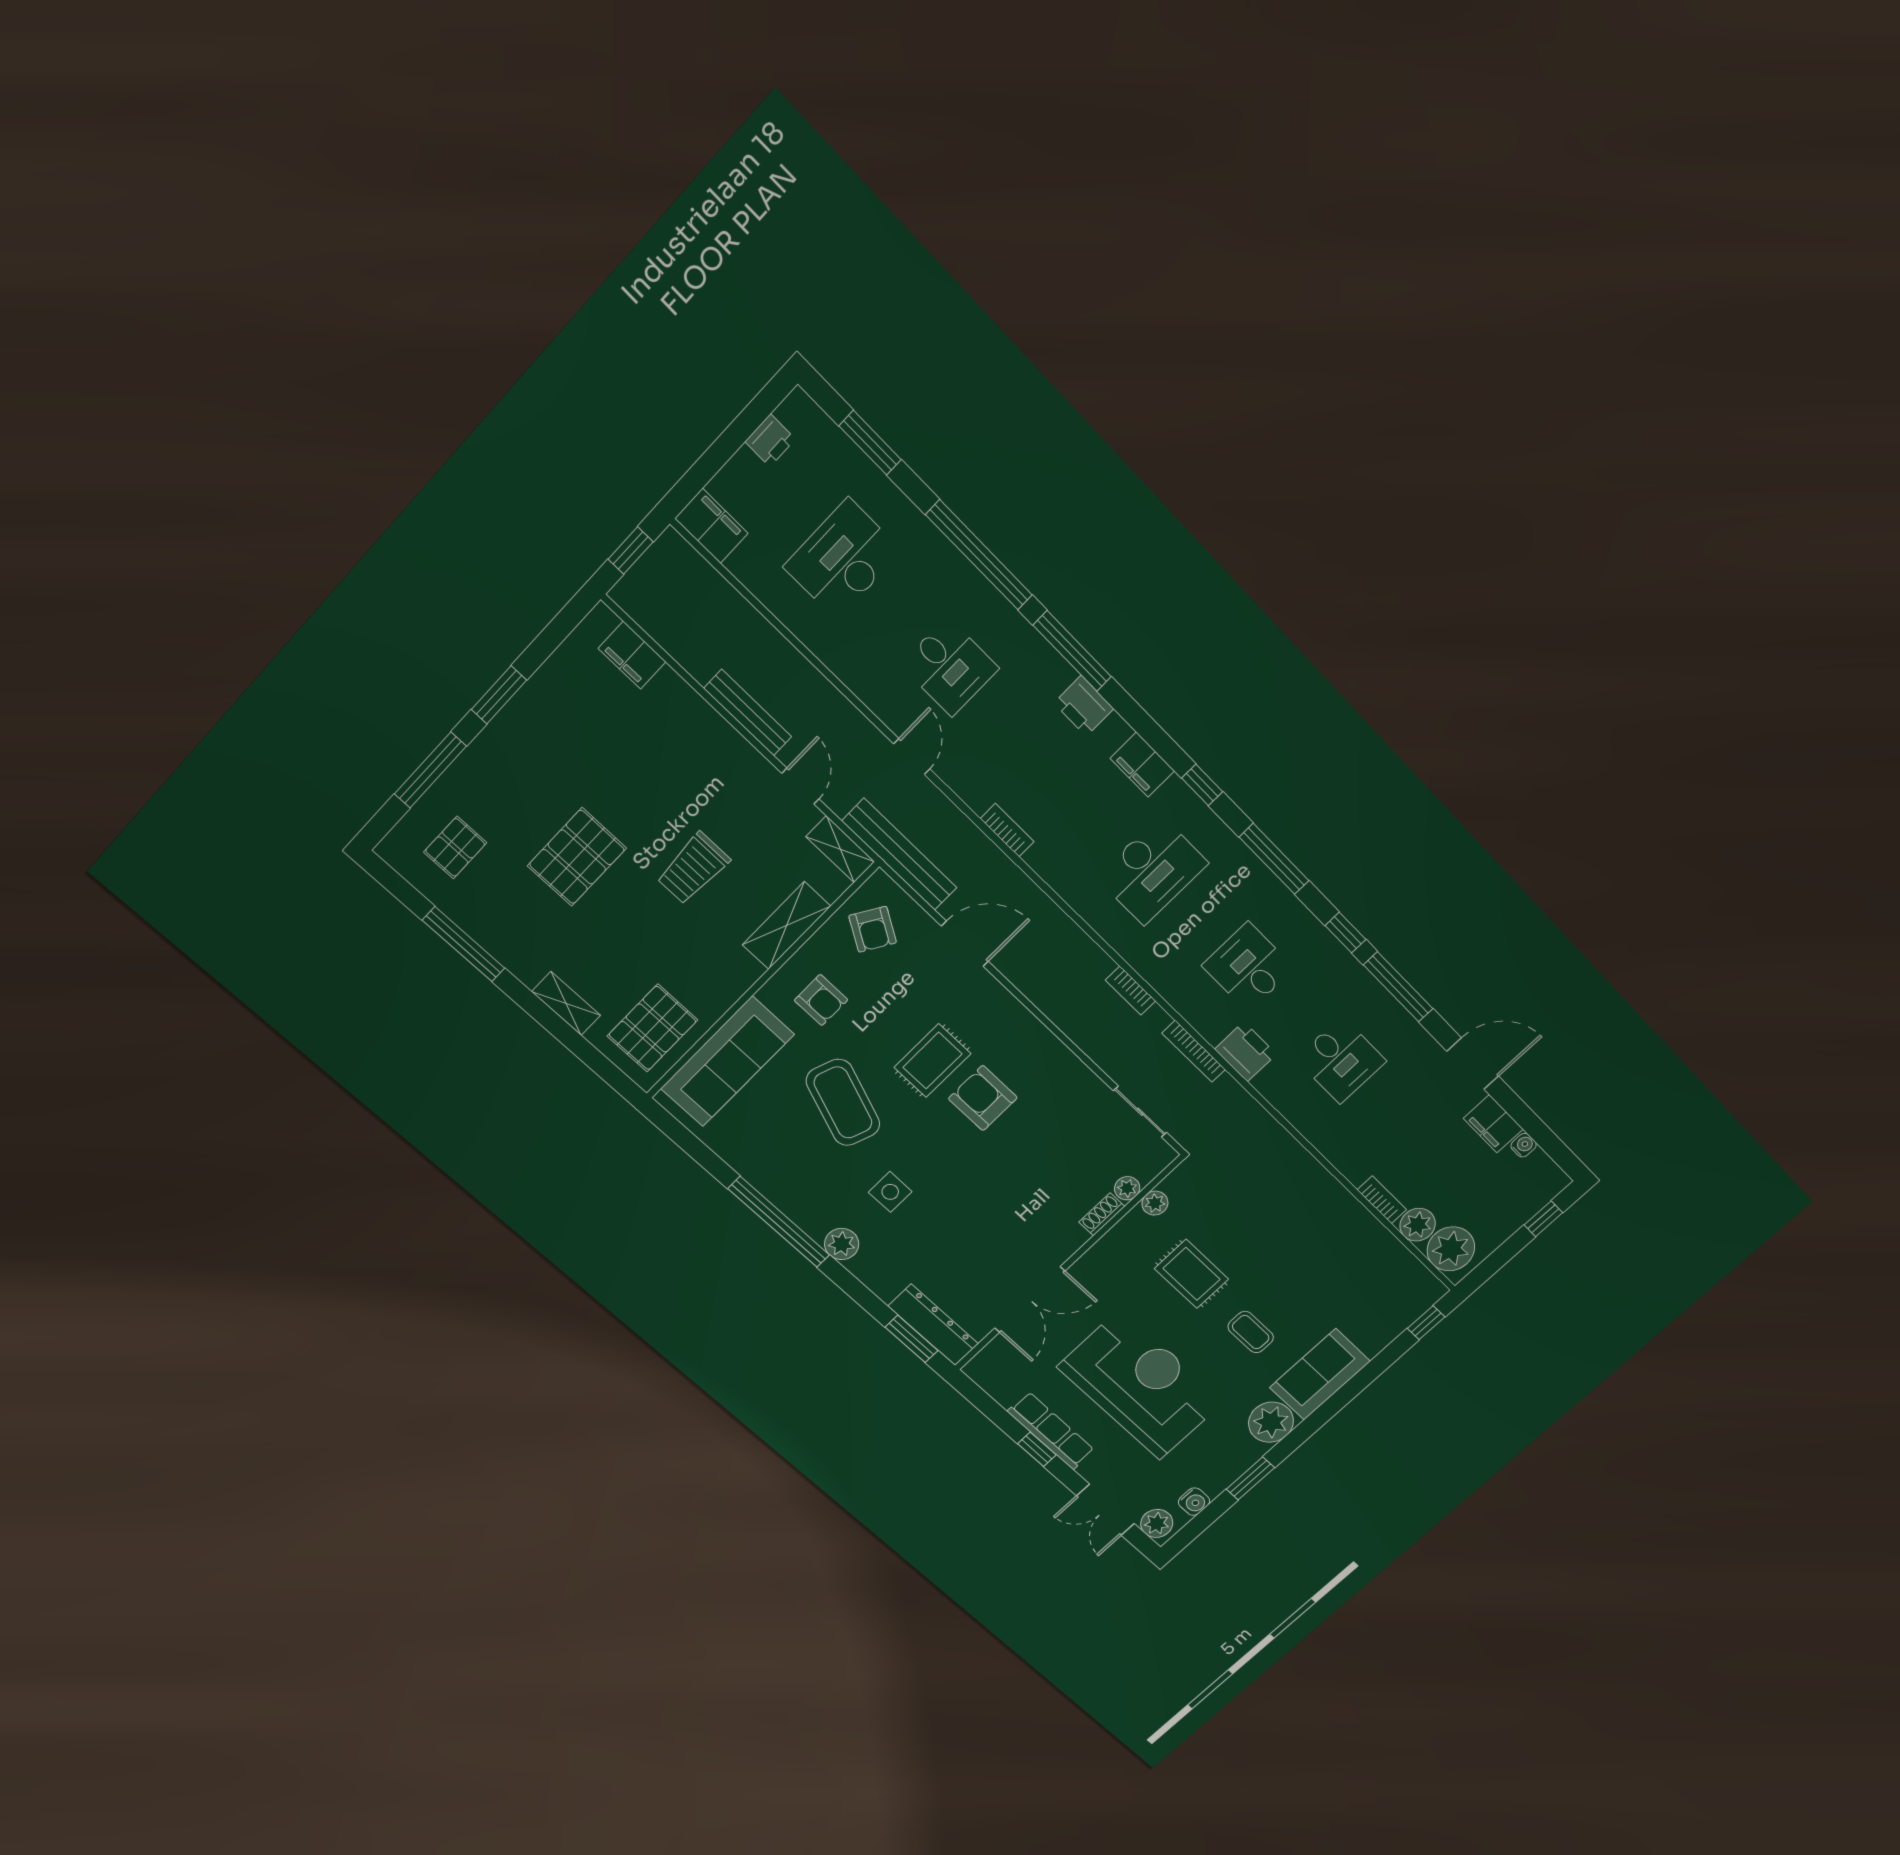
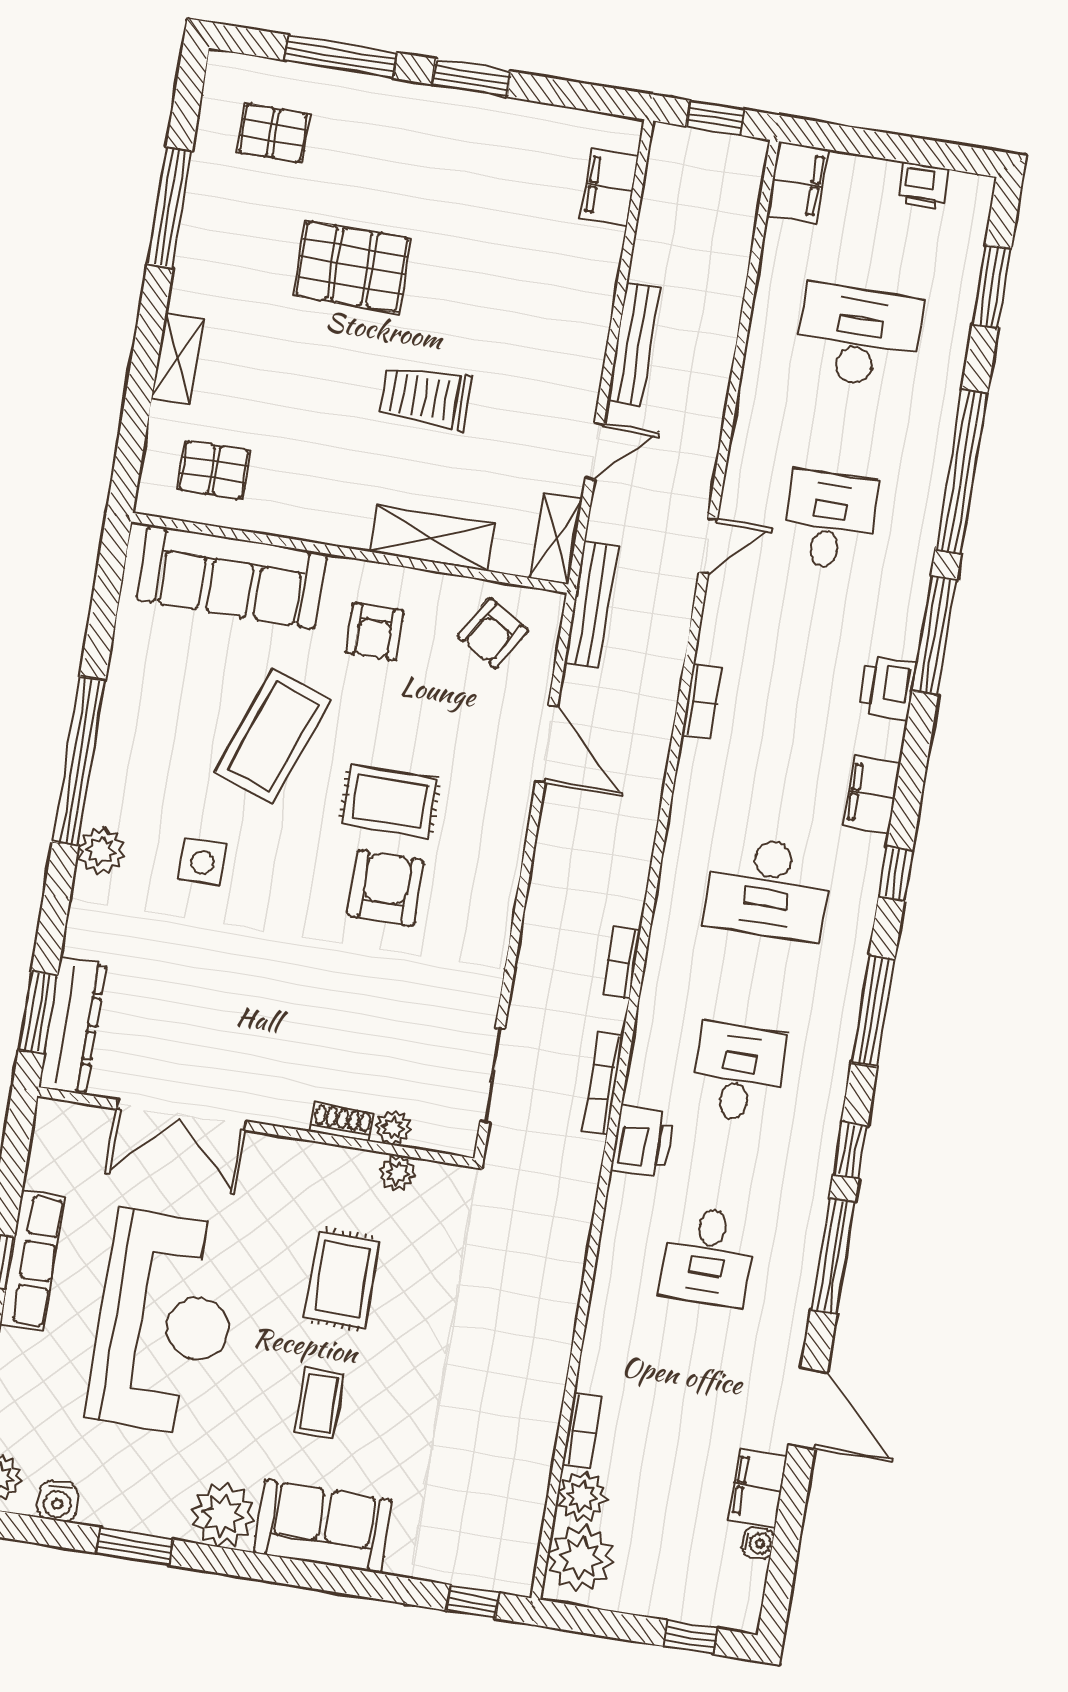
desk: (950, 667) -> (829, 520), turned 180
bench: (899, 854) -> (591, 605), width x0.73, depth x0.82
pallet: (652, 1028) -> (214, 470), width x0.67, depth x0.71

